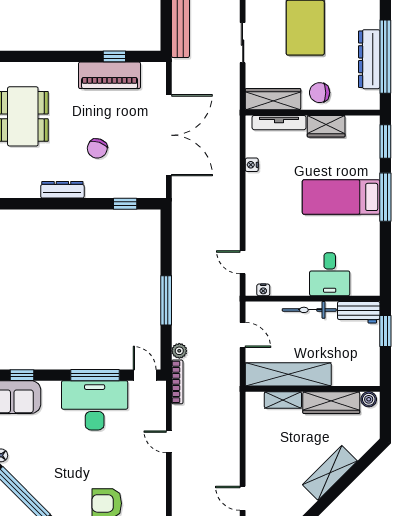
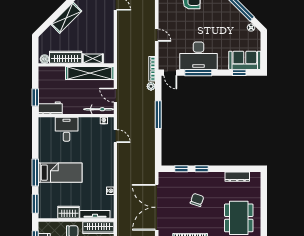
dresser: (62, 190) -> (237, 177), moved
window: (89, 204) -> (202, 169), added
bicycle: (309, 310) -> (99, 109), moved

